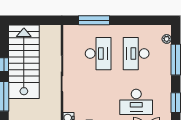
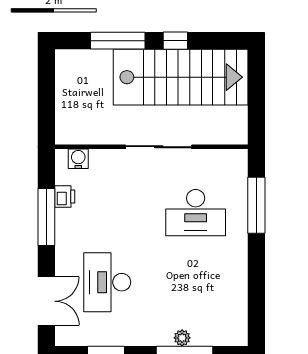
plant: (167, 39) -> (182, 338), moved
desk: (136, 54) -> (196, 282), removed

